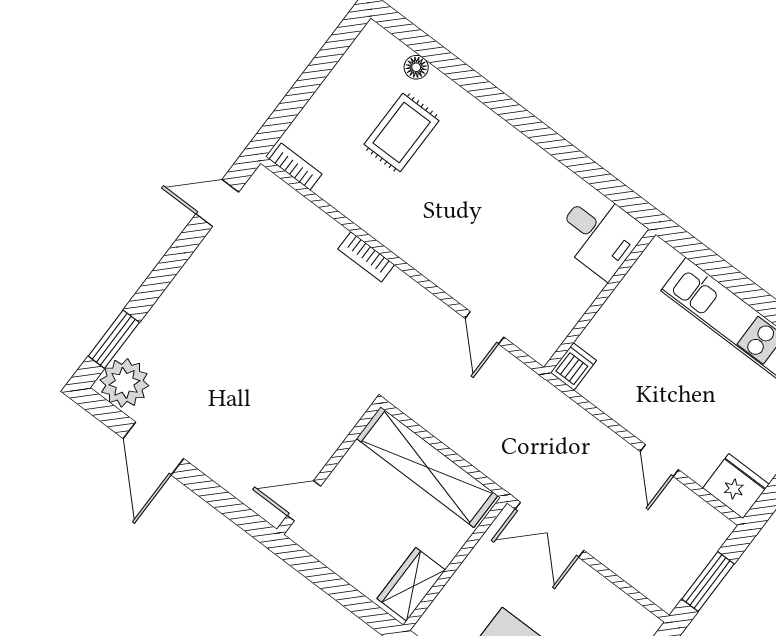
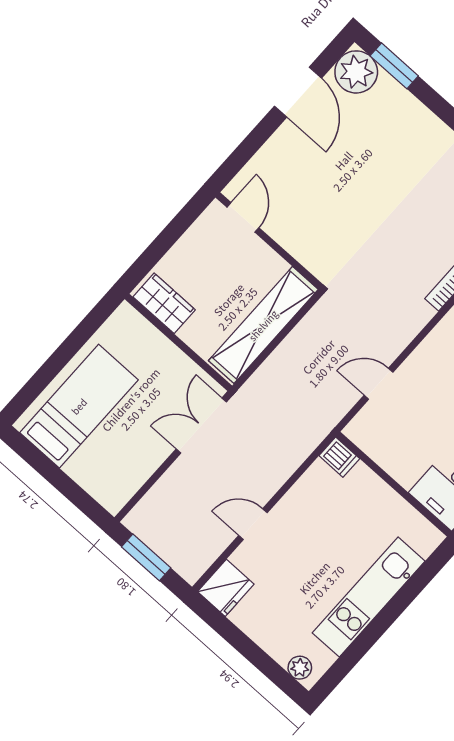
door: (153, 449) -> (298, 92), swing flipped

